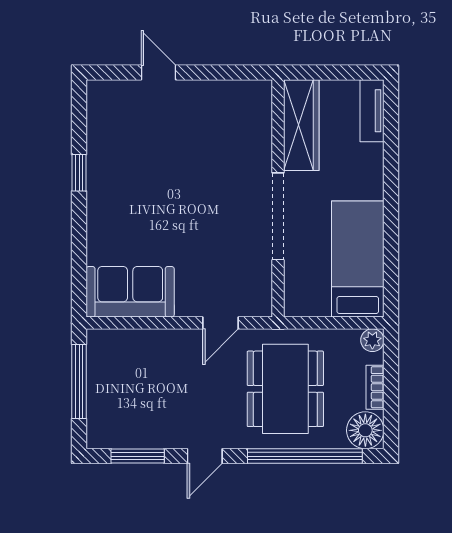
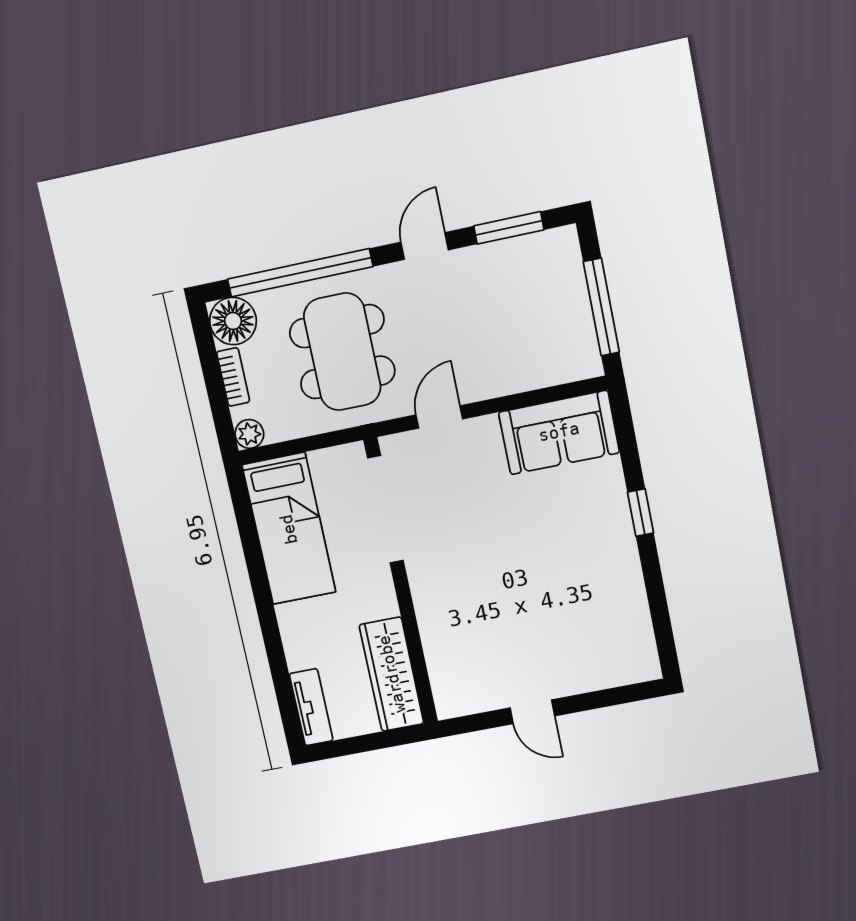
door: (158, 72) -> (532, 712), moved
window: (79, 173) -> (641, 513), moved
doorway: (278, 216) -> (385, 509), moved

